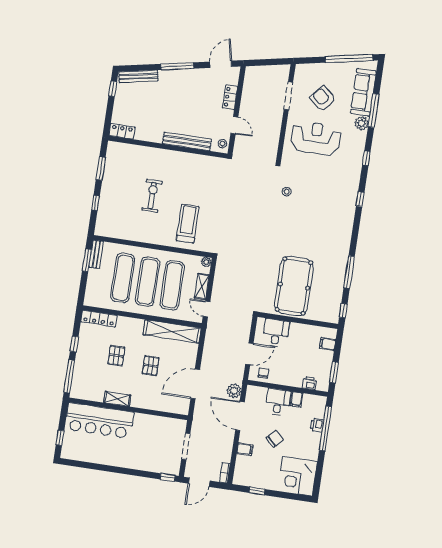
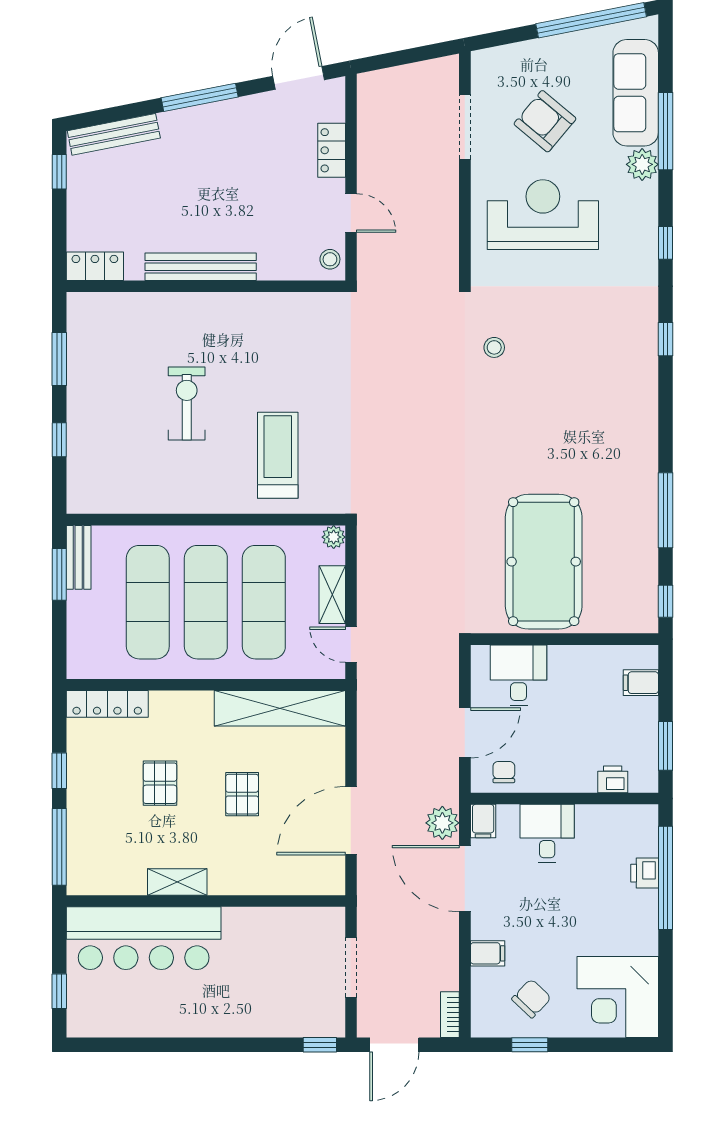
bench: (187, 141) -> (201, 267), moved
filing cabinet: (297, 399) -> (483, 821), moved
chair: (275, 439) -> (531, 998), moved

